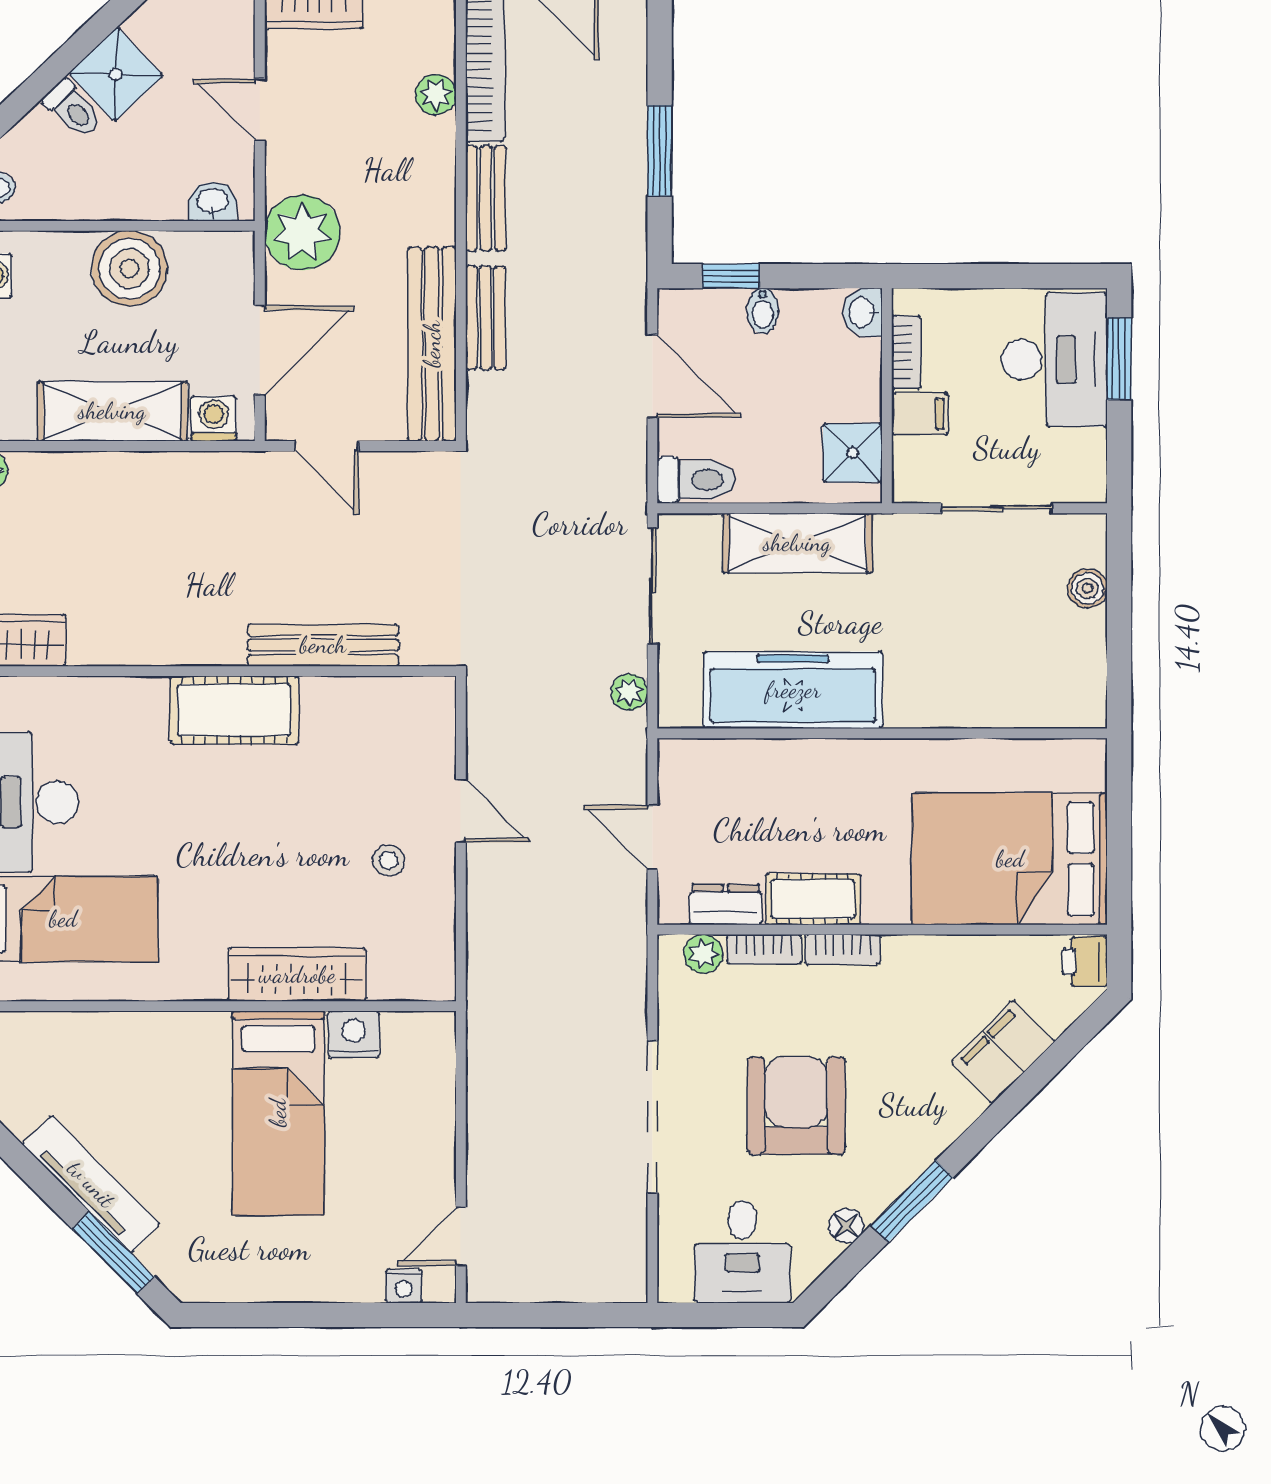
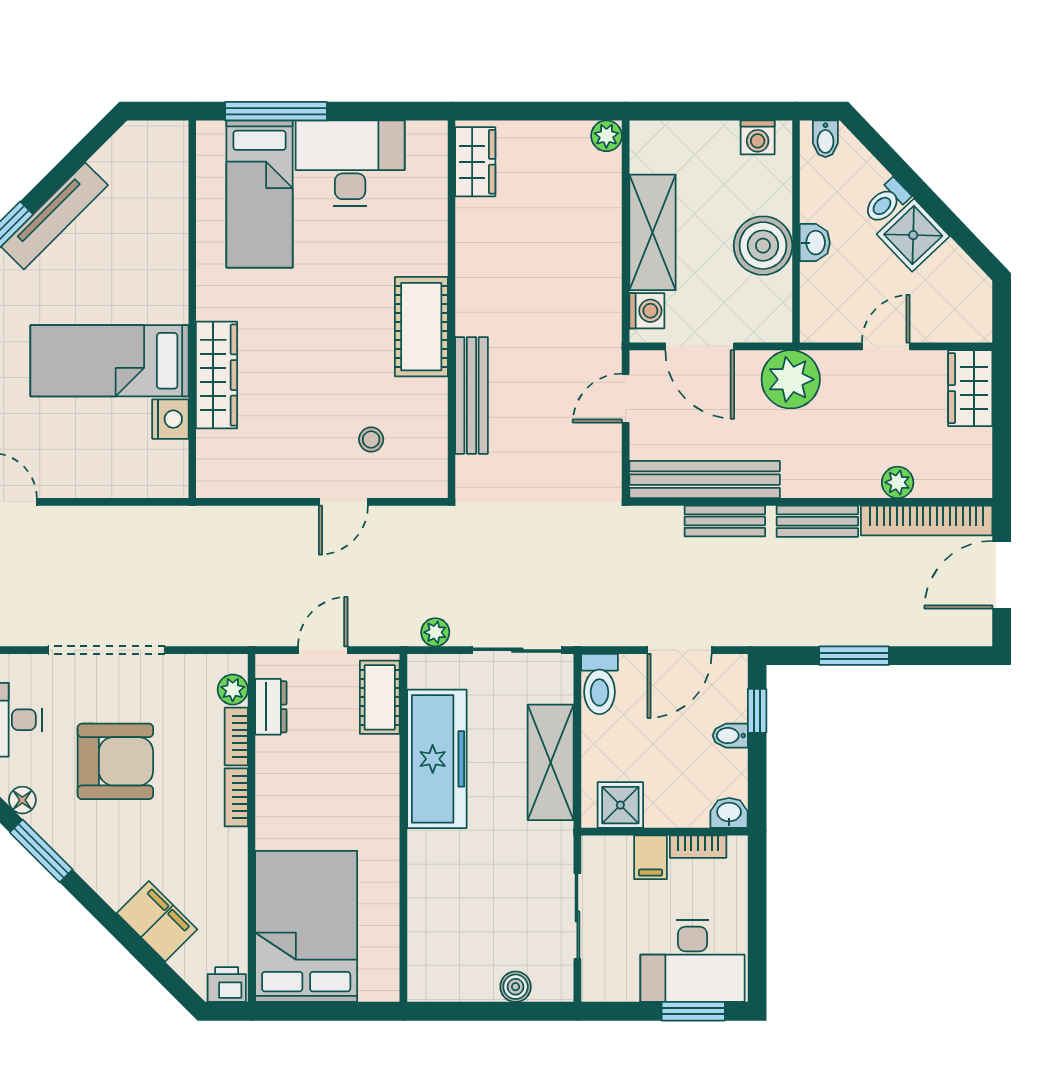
washbasin: (213, 202) -> (815, 243), moved
stool: (389, 860) -> (371, 439), moved
cot: (813, 899) -> (380, 697), moved

